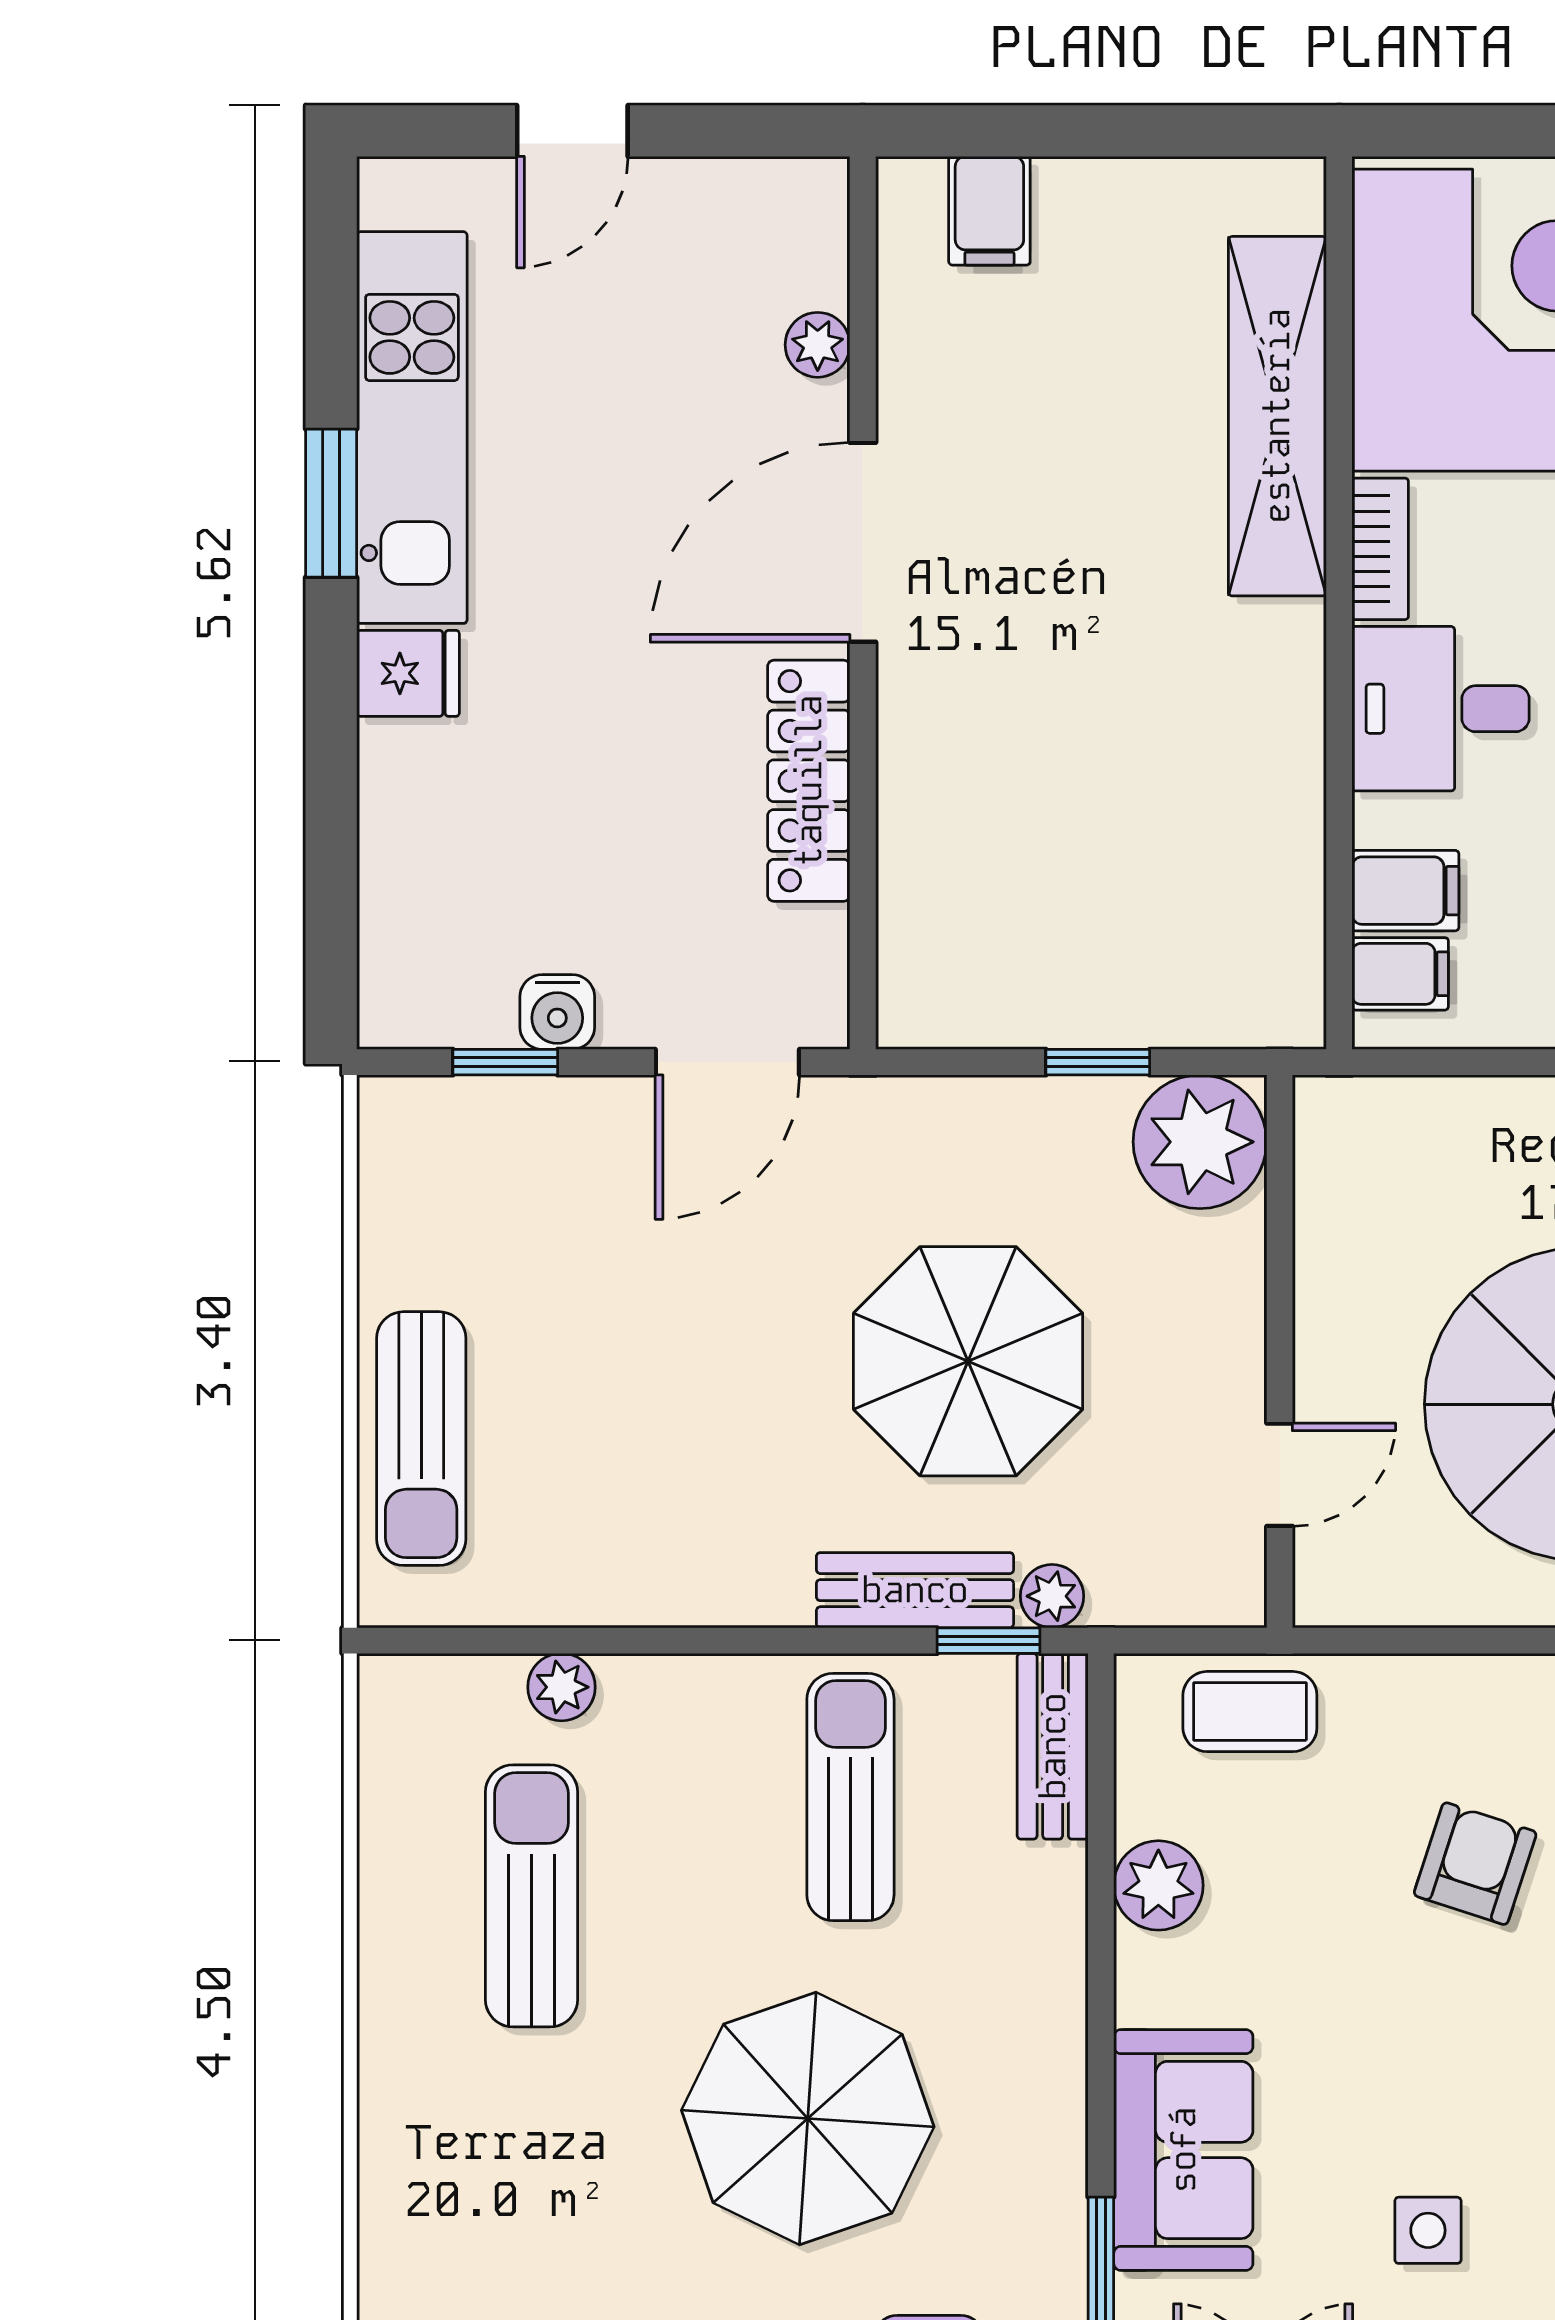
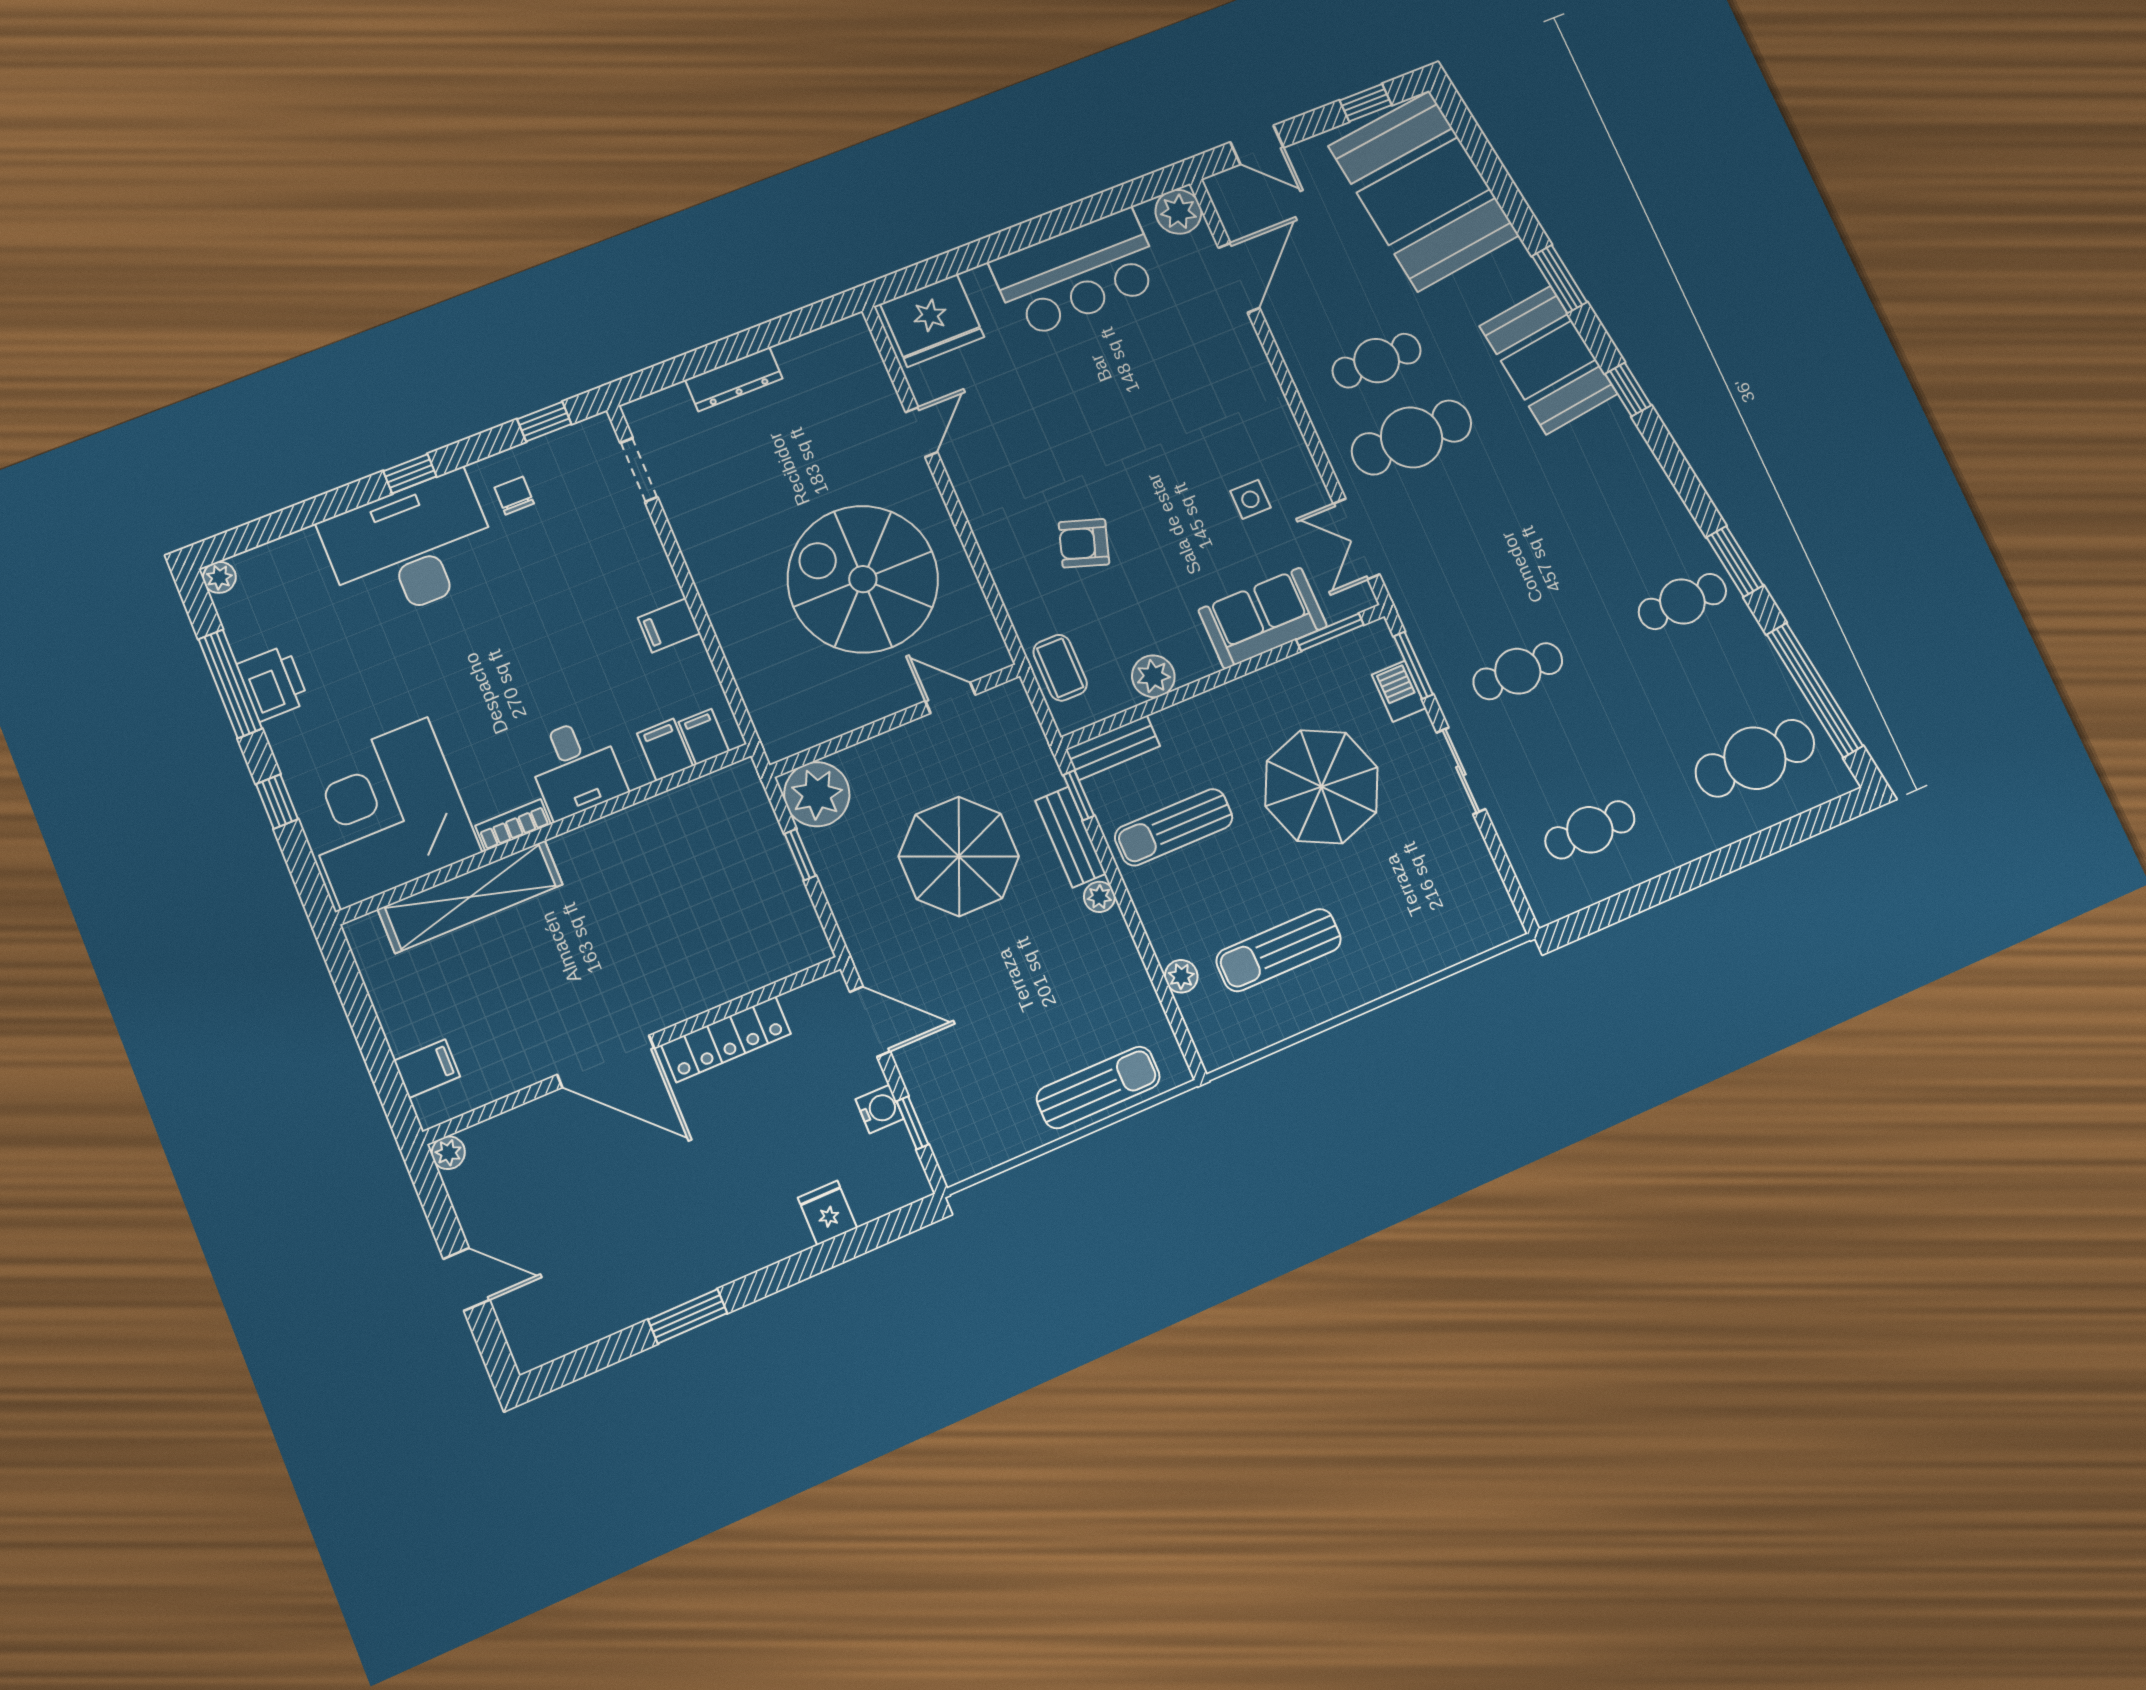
plant: (818, 345) -> (448, 1153), moved
kitchen unit: (412, 428) -> (637, 1294), removed
fridge: (408, 673) -> (827, 1213), moved
plant: (1052, 1596) -> (1099, 897), moved

